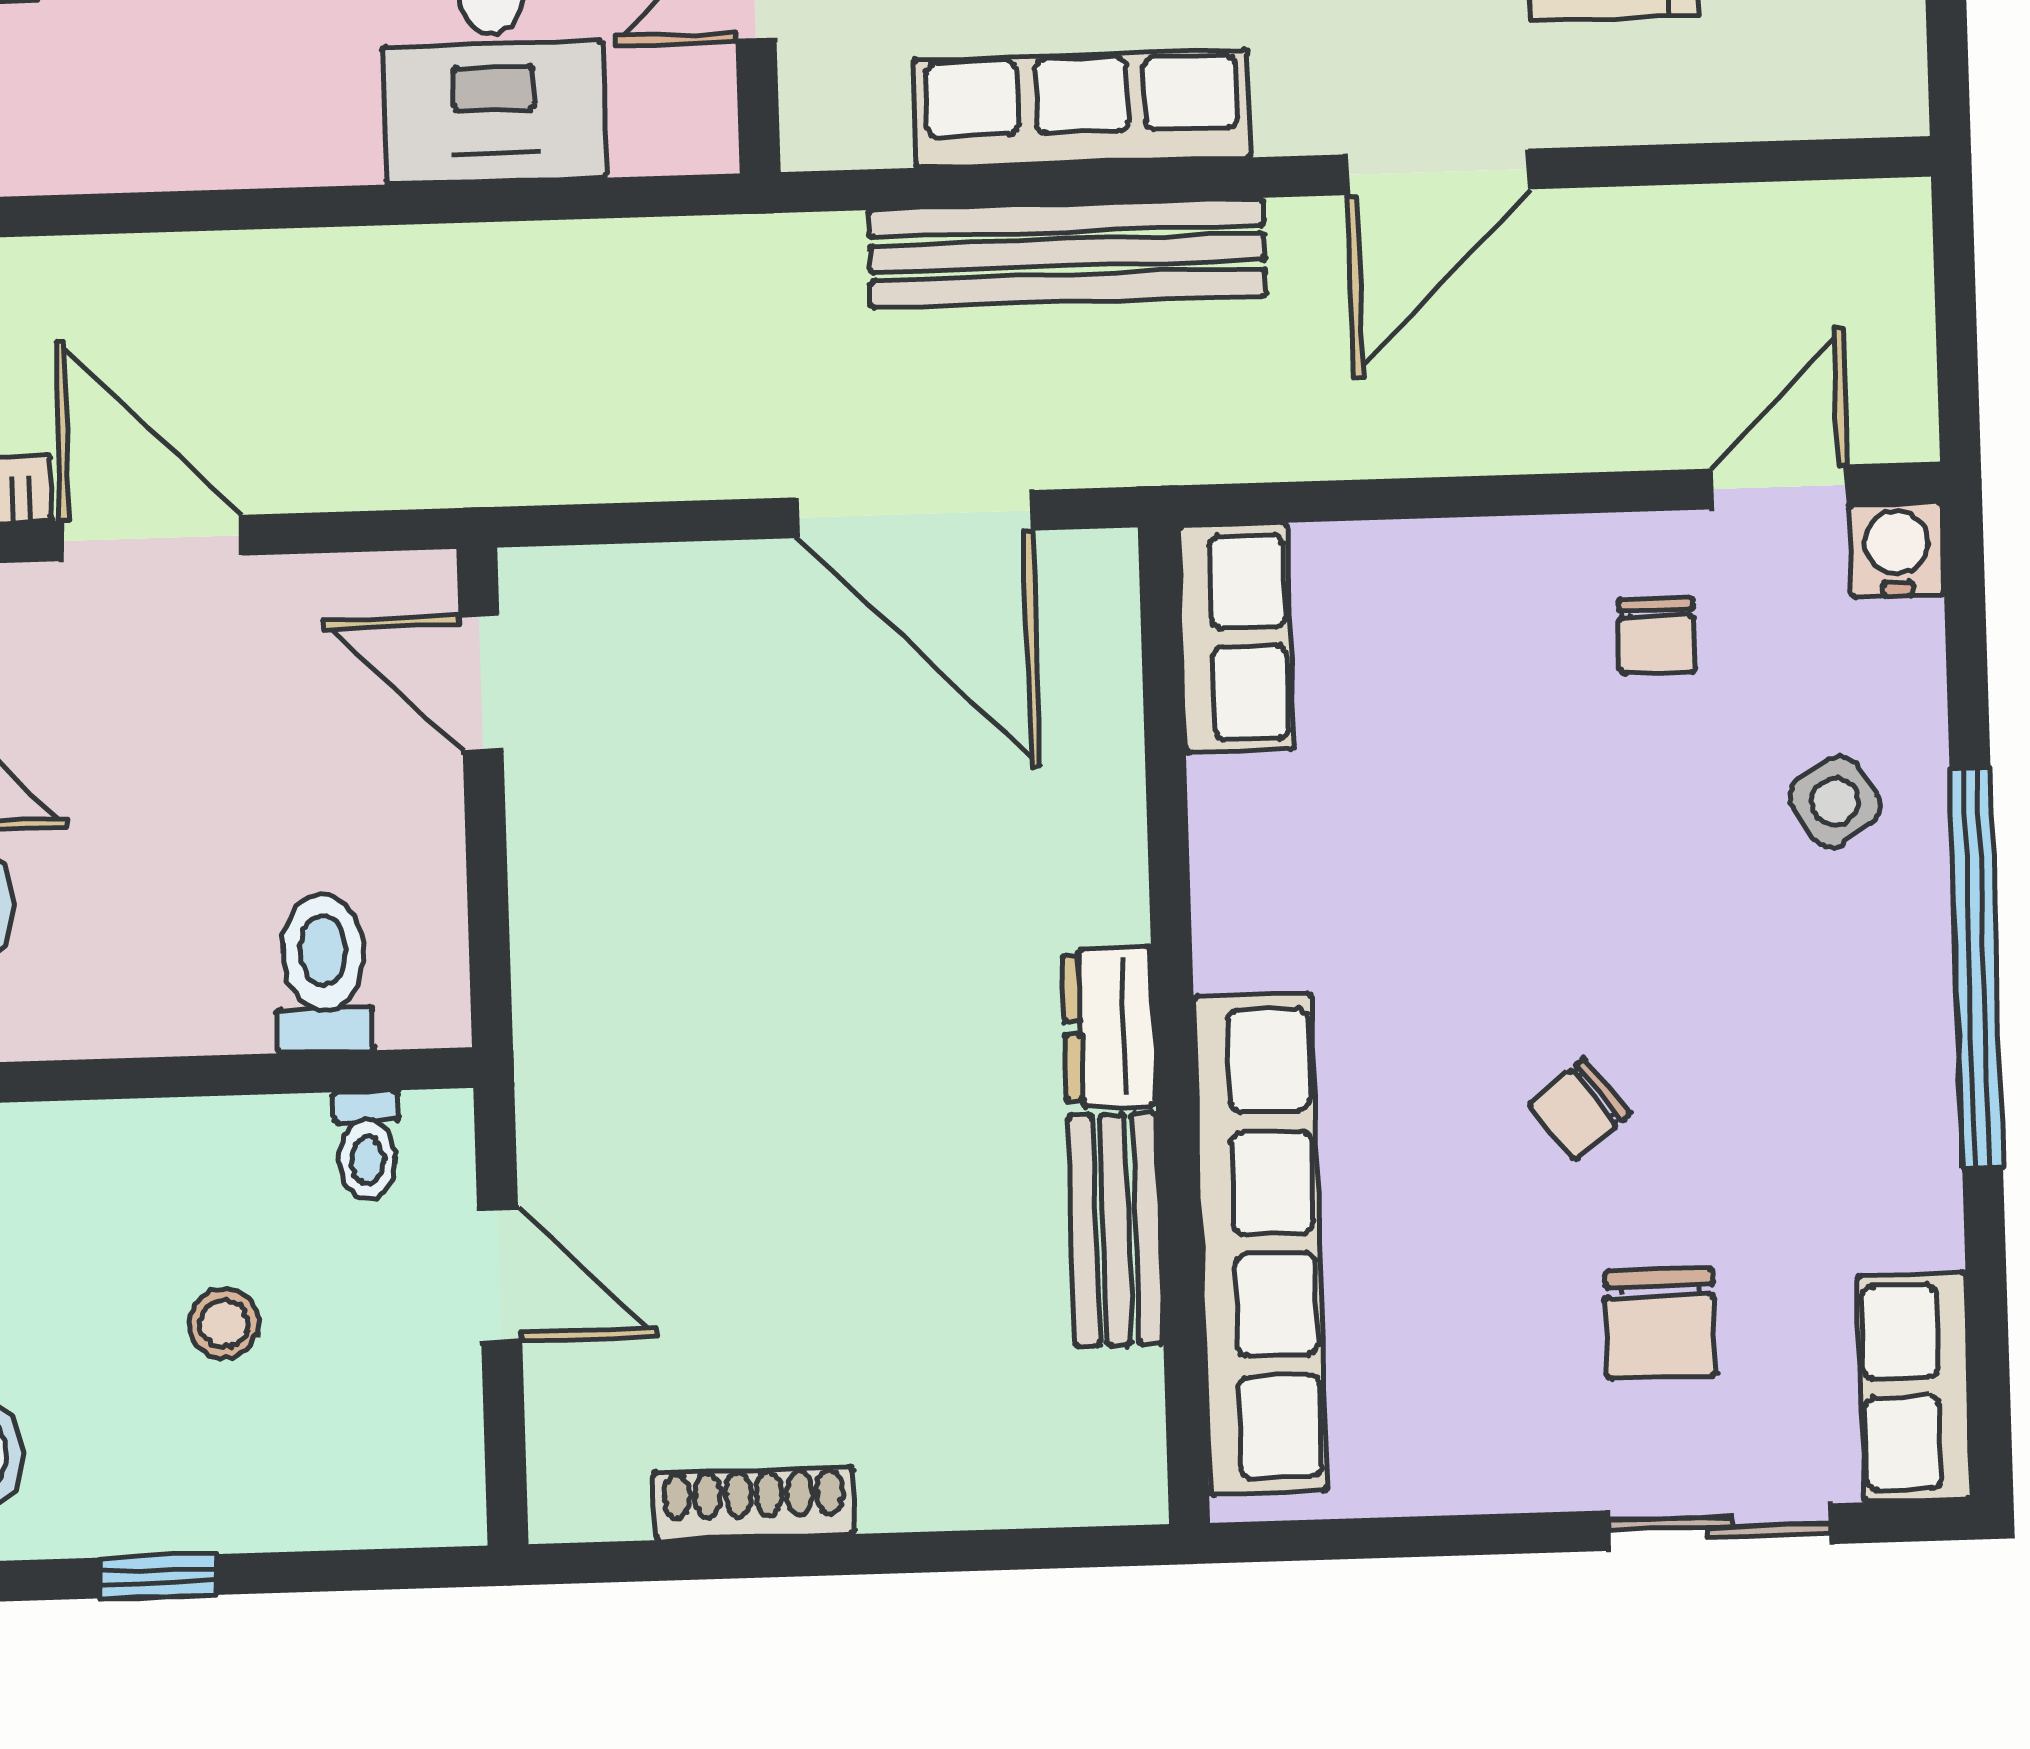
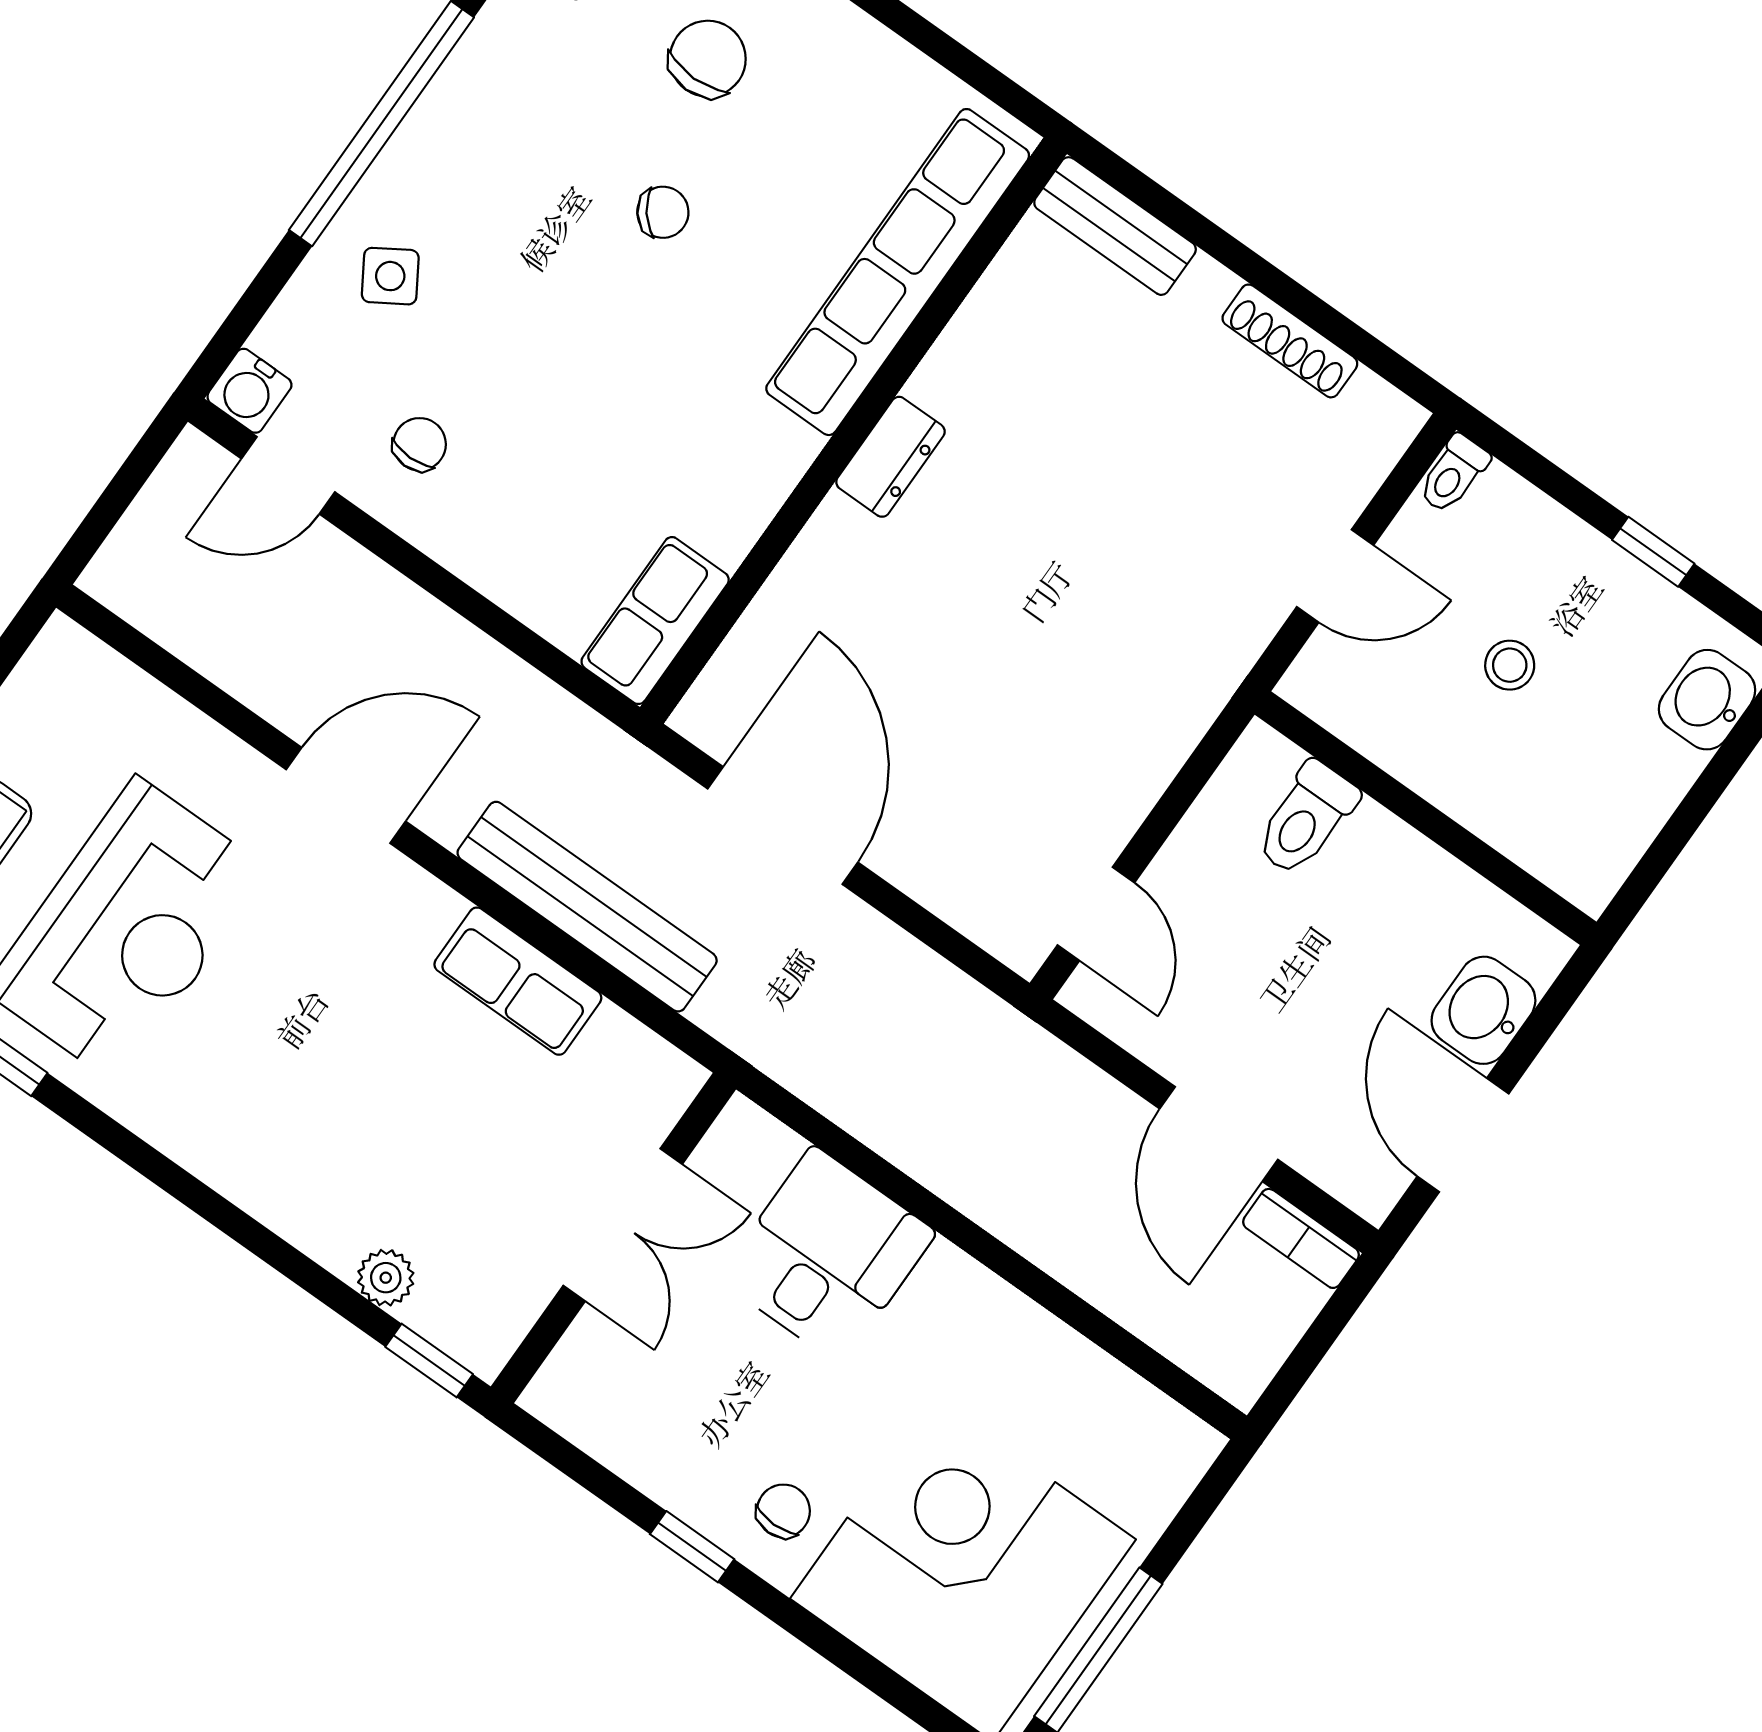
row of seats: (1082, 108) -> (518, 981), width x0.68
toilet: (367, 1145) -> (1453, 474), moved, turned 180
bench: (1116, 1230) -> (1115, 226), moved, turned 90
door: (500, 1275) -> (1335, 576), swing flipped

